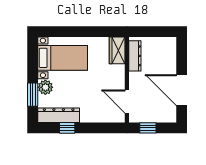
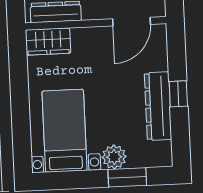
dresser: (59, 115) -> (158, 106), moved
window: (67, 128) -> (178, 94), moved

